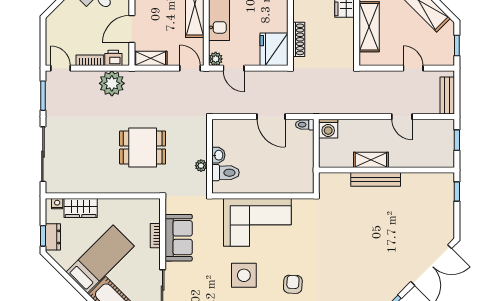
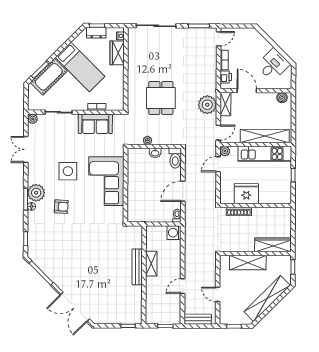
fridge: (274, 49) -> (246, 194), moved
door: (413, 68) -> (218, 294), swing flipped
plant: (112, 83) -> (207, 105), moved
toilet: (226, 173) -> (175, 158), moved

